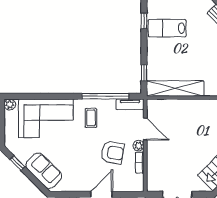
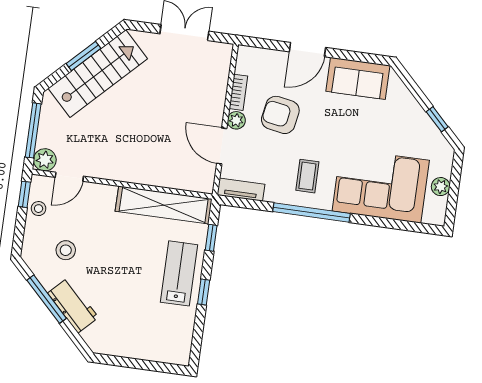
window: (144, 21) -> (204, 292), moved
lab bench: (167, 28) -> (179, 273), moved, turned -90
window: (105, 96) -> (312, 213), moved
plant: (10, 104) -> (441, 187), moved
sofa: (44, 171) -> (358, 78), moved, turned -45

